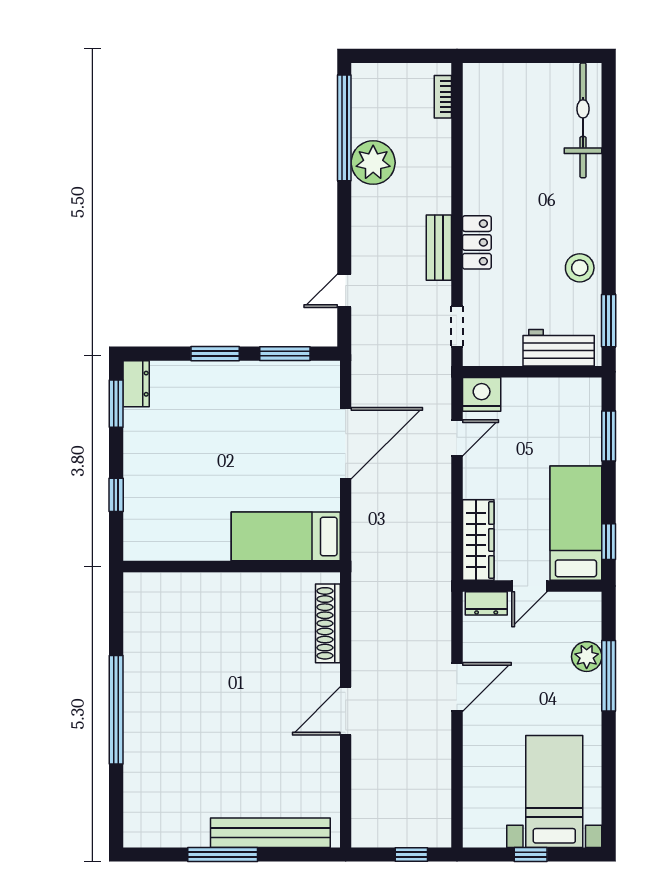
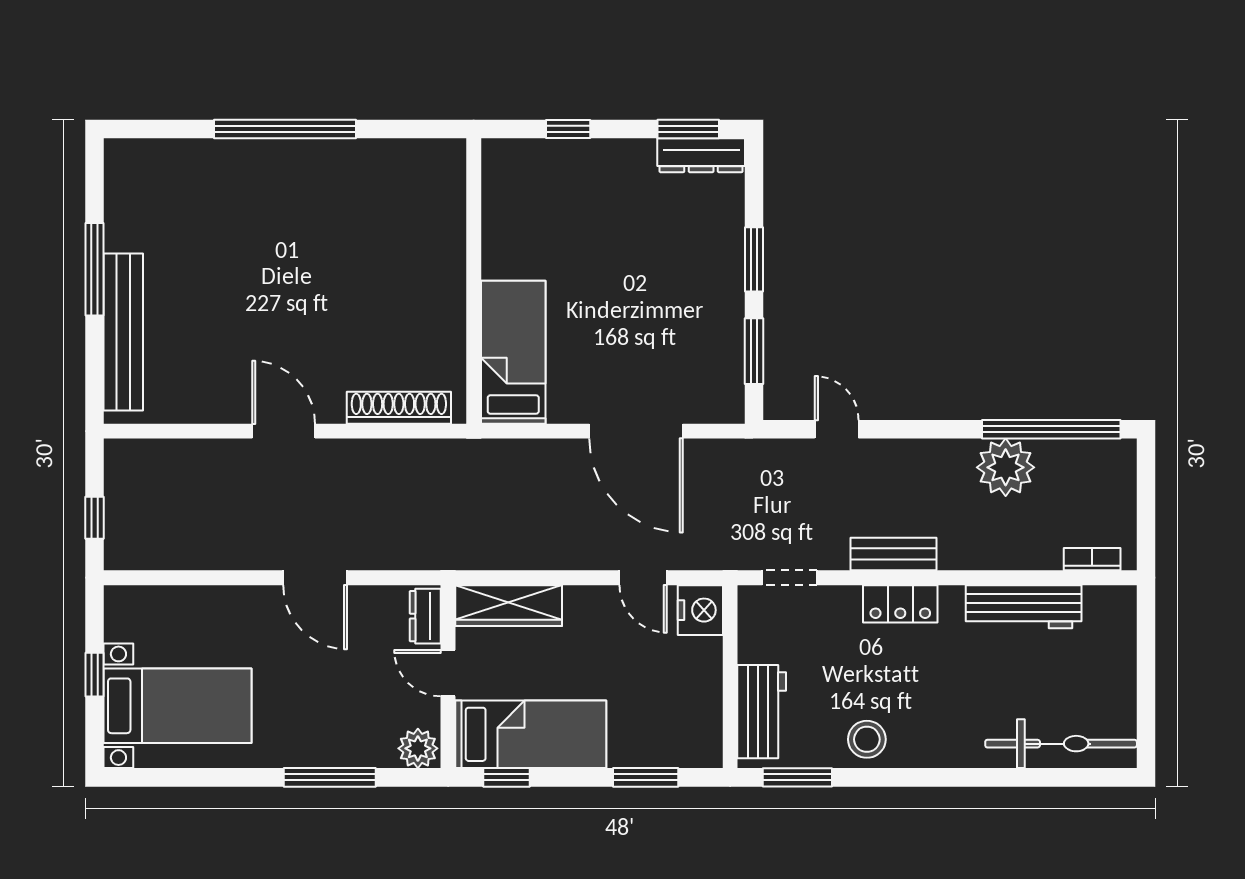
workbench: (479, 149) -> (1024, 607), added
dresser: (136, 384) -> (701, 155), width x1.44
plant: (587, 657) -> (418, 748), moved

